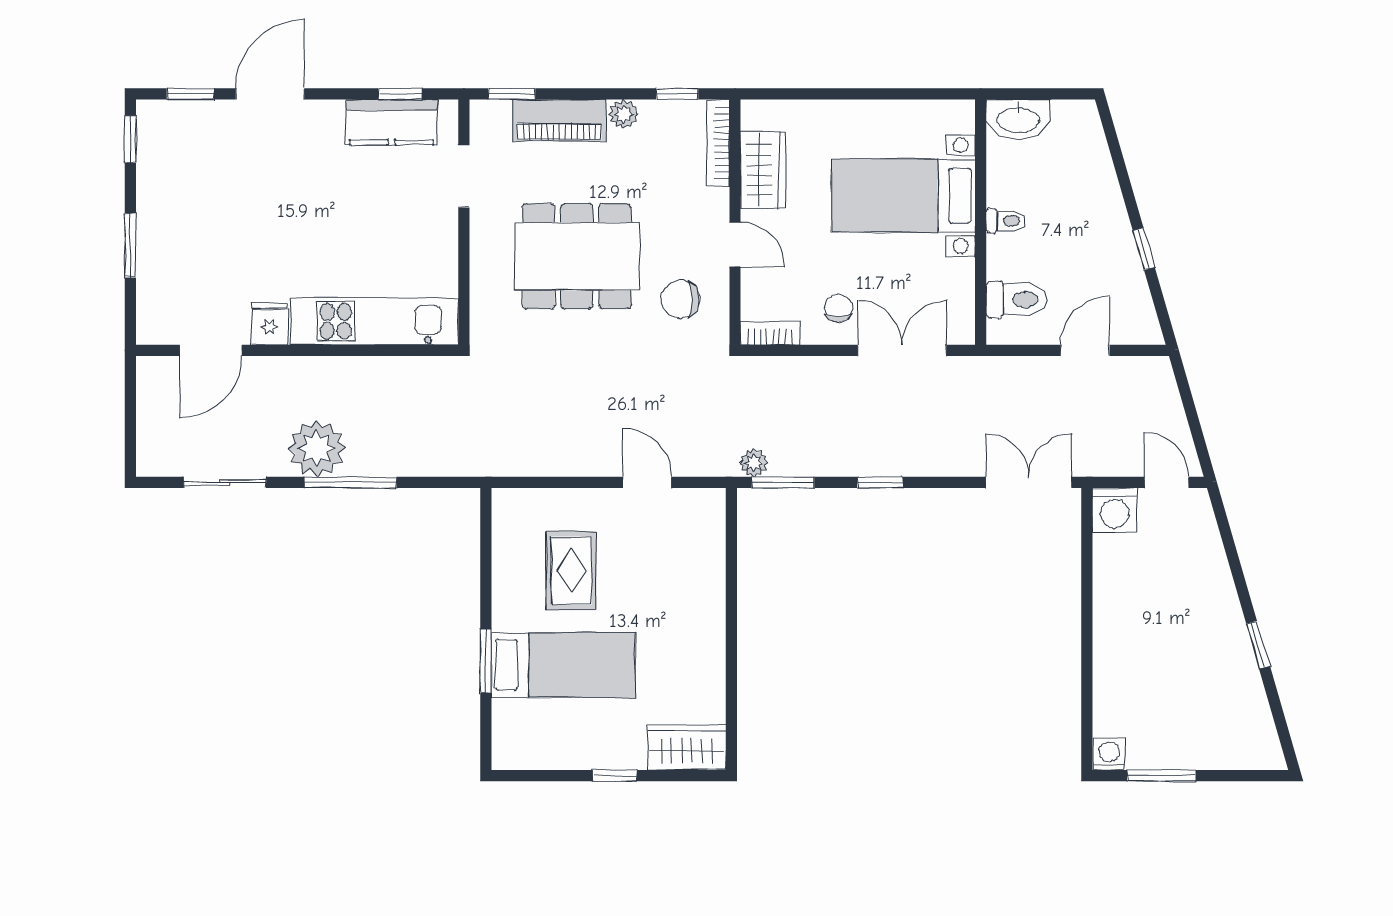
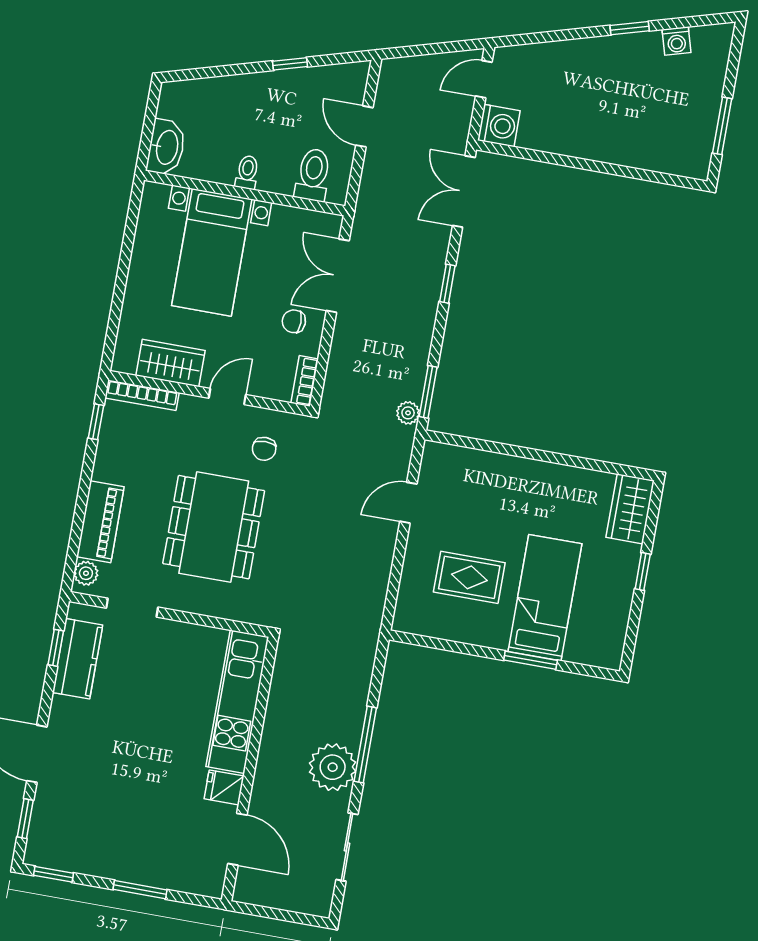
window: (512, 94) -> (72, 557), removed
plant: (624, 114) -> (86, 573), moved
chair: (681, 300) -> (264, 449), width x0.73, depth x0.73
window: (880, 482) -> (447, 284), moved
washing machine: (1109, 754) -> (677, 41), moved, turned -106

